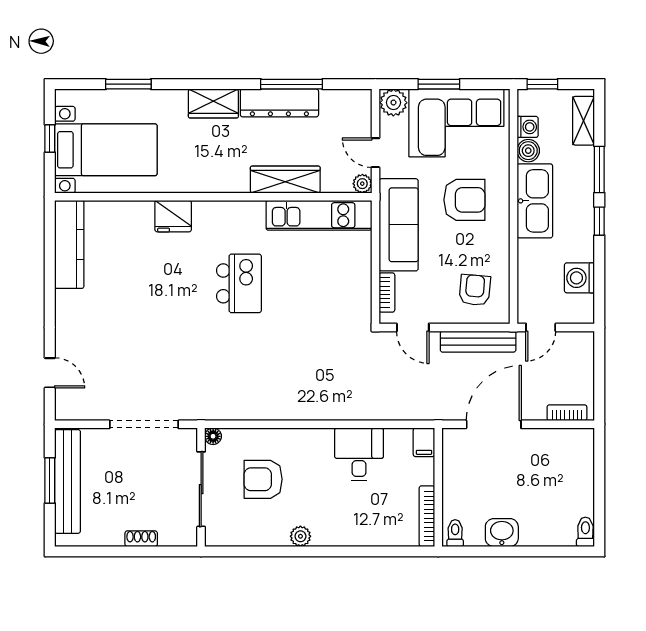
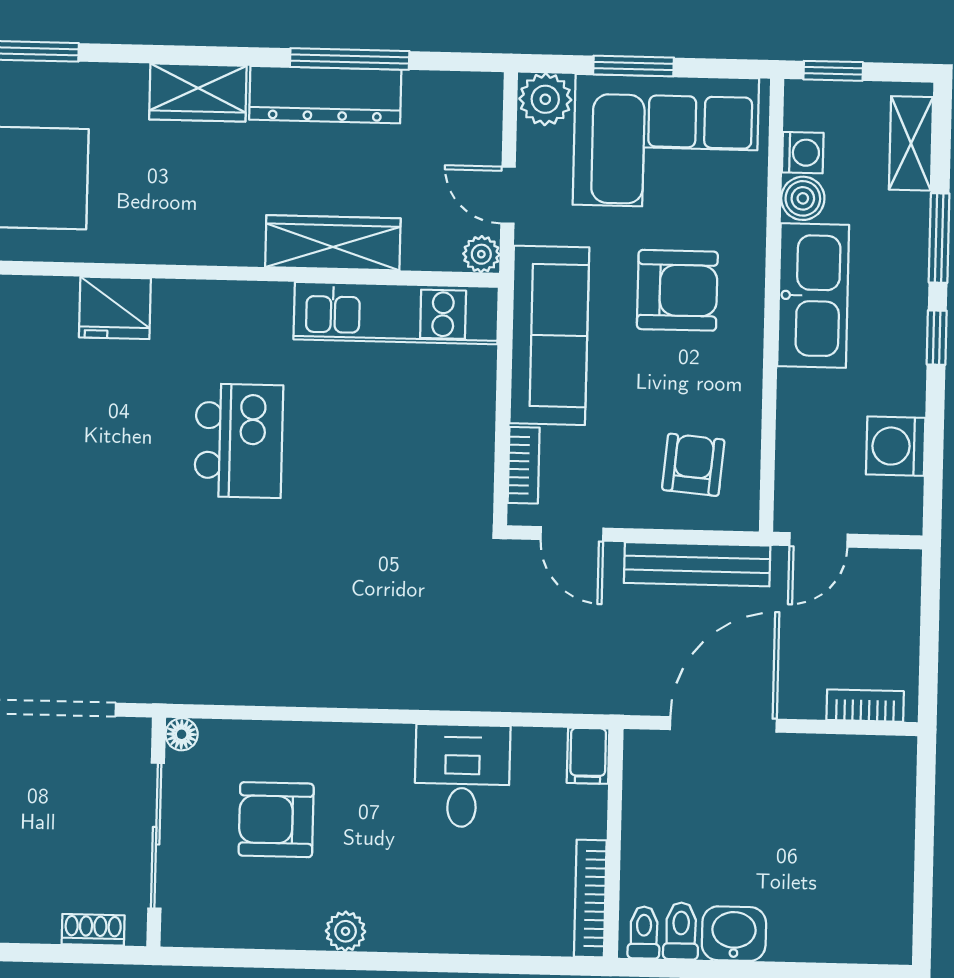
toilet: (585, 532) -> (681, 931), moved
shoe rack: (141, 539) -> (93, 930), moved

